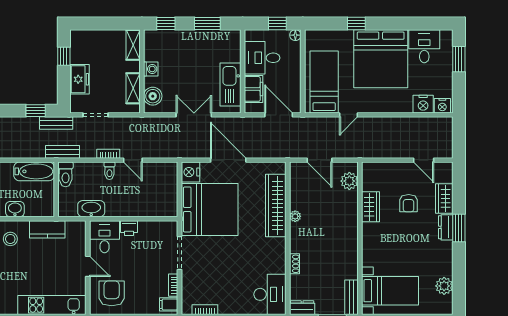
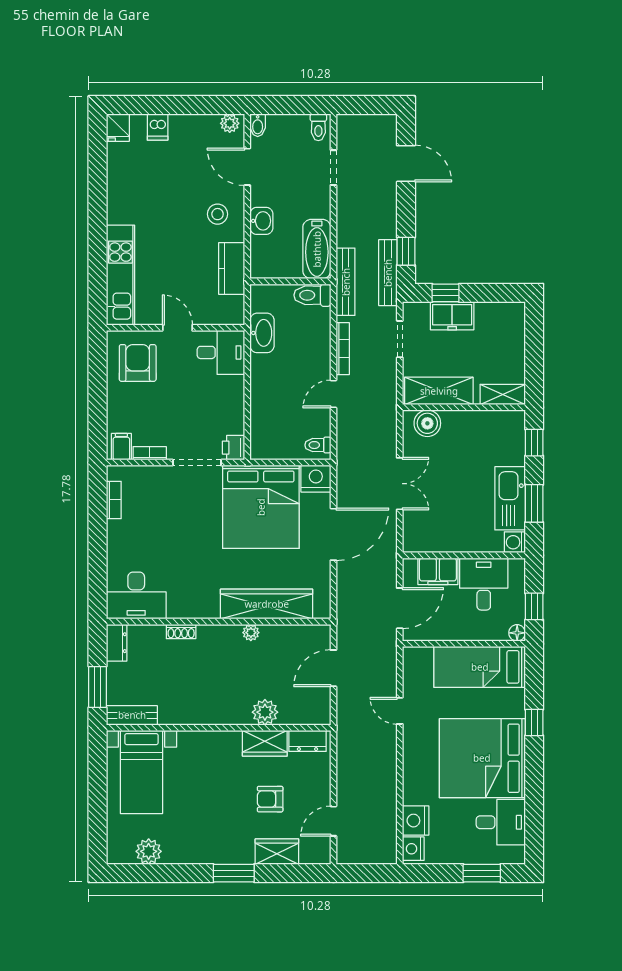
window: (64, 56) -> (446, 293), moved
washing machine: (151, 69) -> (515, 542), moved, turned 90
bed: (324, 82) -> (480, 667), moved, turned 180
kitchen sink: (230, 85) -> (510, 498), moved, turned -90
shelving: (133, 88) -> (439, 391), width x1.50, depth x1.33
bench: (56, 123) -> (388, 273), width x1.36
bench: (63, 152) -> (346, 282), width x1.36
bookcase: (108, 154) -> (343, 349), width x1.56
toilet: (109, 171) -> (318, 445), moved
plant: (349, 181) -> (265, 712), moved
dresser: (446, 227) -> (307, 741), moved, turned 180
printer: (129, 228) -> (233, 448), moved
door: (88, 266) -> (177, 328), swing flipped
armchair: (112, 293) -> (138, 363), turned -90

